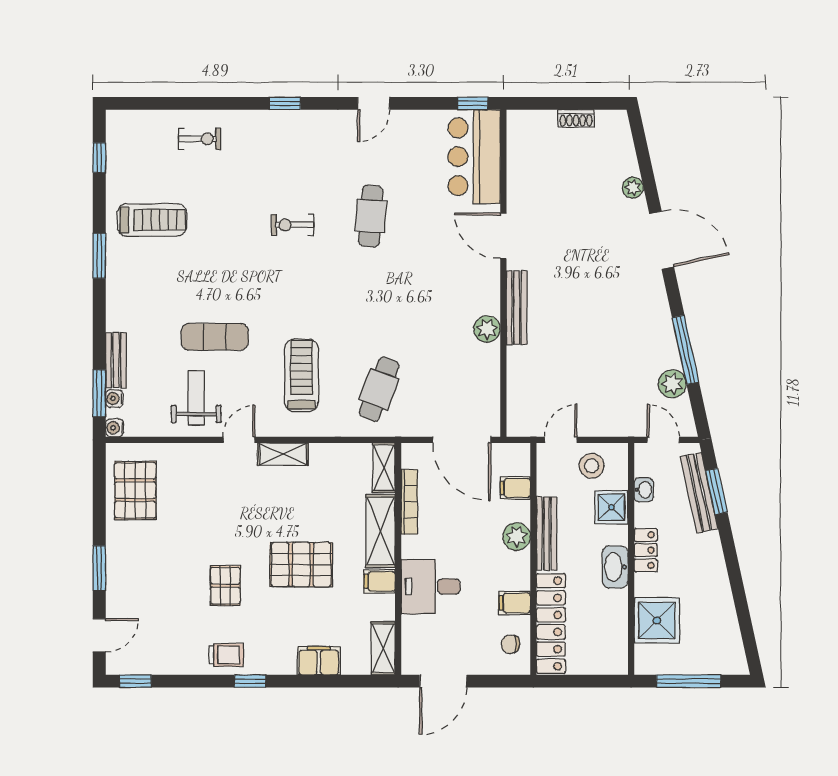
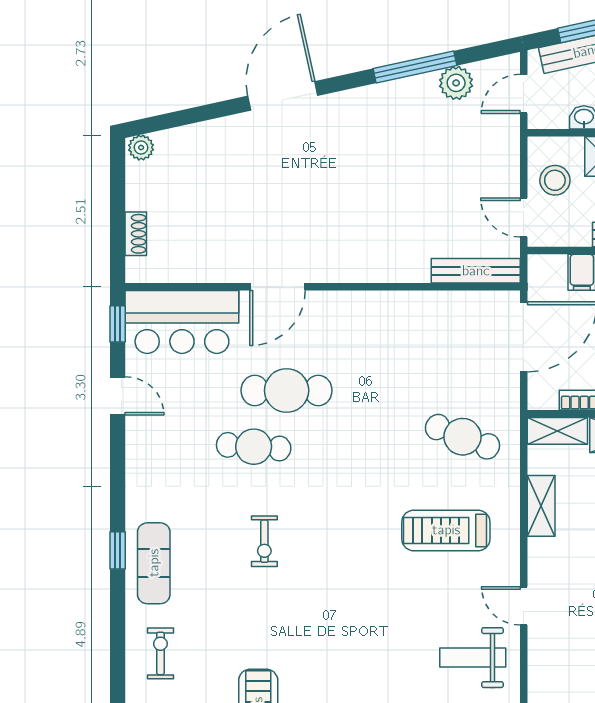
door: (374, 103) -> (118, 396), moved
shoe rack: (576, 118) -> (136, 234), moved
plant: (633, 188) -> (141, 148), moved
cafe table: (417, 243) -> (287, 390), added
bench: (517, 308) -> (476, 271), moved
plant: (487, 329) -> (390, 306), removed
exercise mat: (215, 337) -> (154, 563), moved
shelving: (283, 454) -> (541, 506), moved

